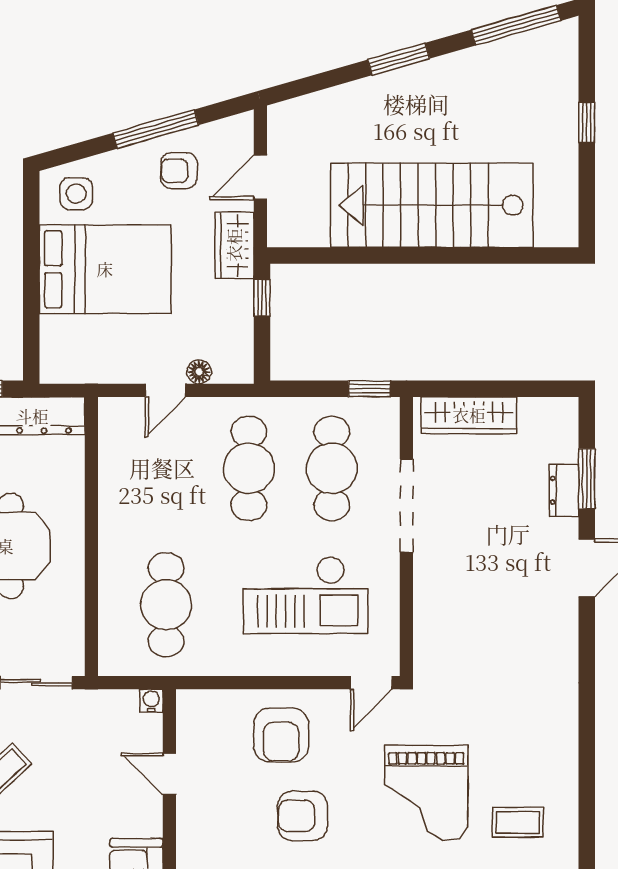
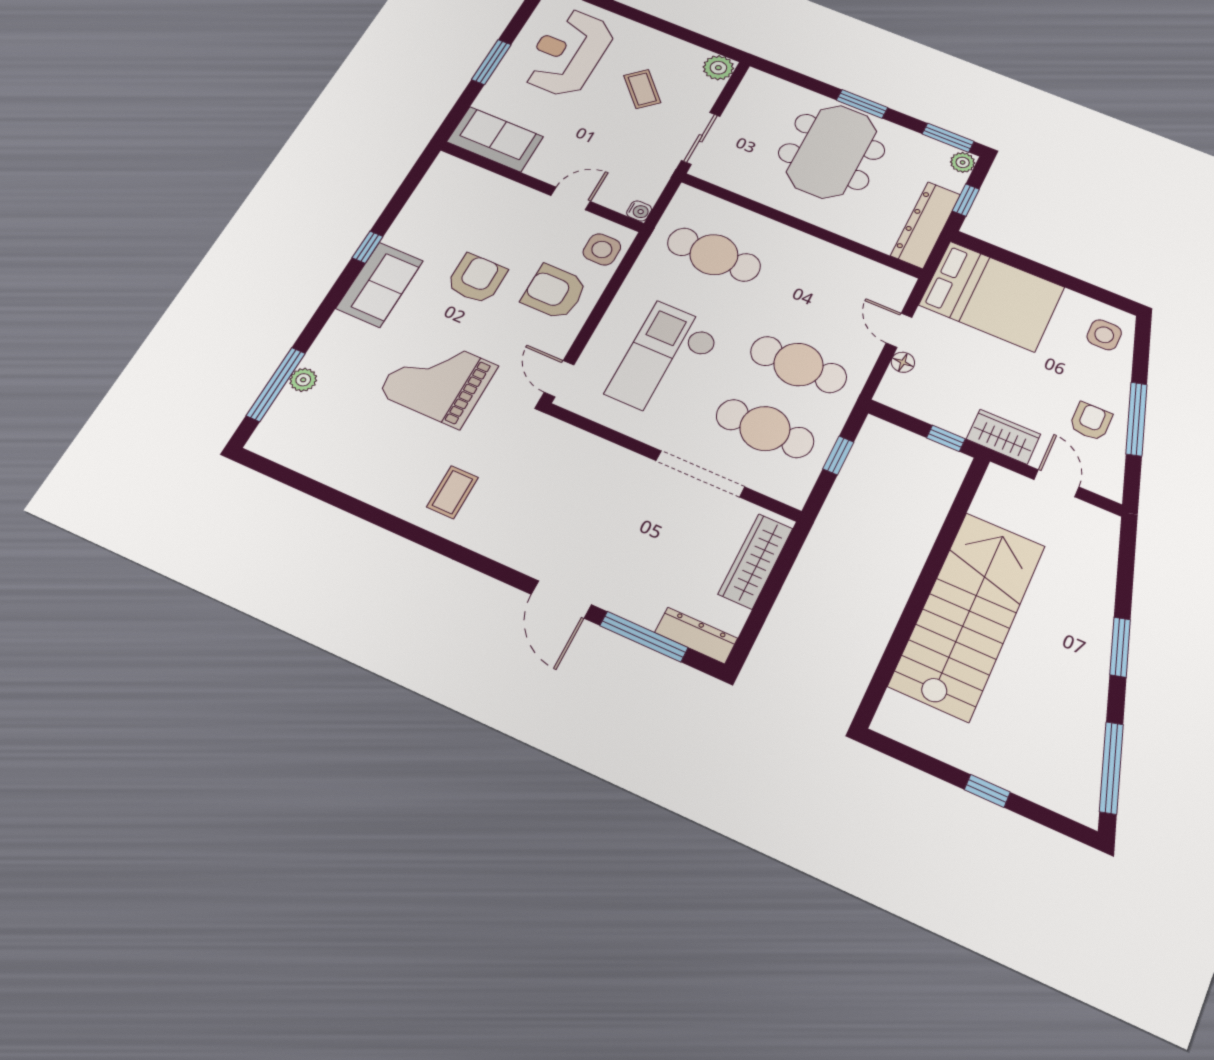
bed: (105, 269) -> (992, 296), moved, turned -90
window: (369, 389) -> (838, 455), moved
window: (587, 479) -> (644, 637), width x1.44
dresser: (564, 490) -> (696, 635), moved, width x1.44
side table: (212, 714) -> (602, 249), added
coffee table: (518, 822) -> (452, 492), moved

